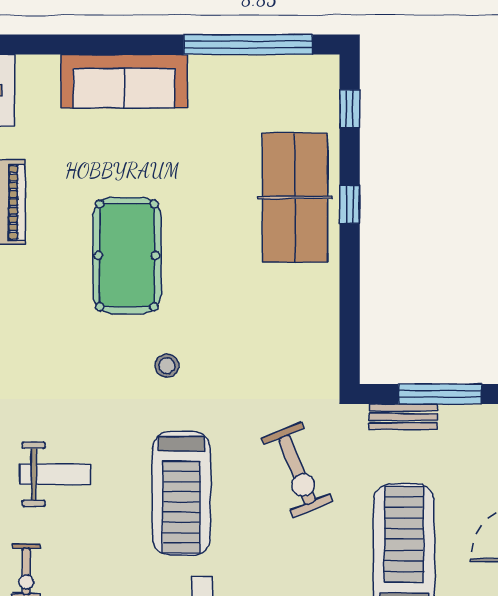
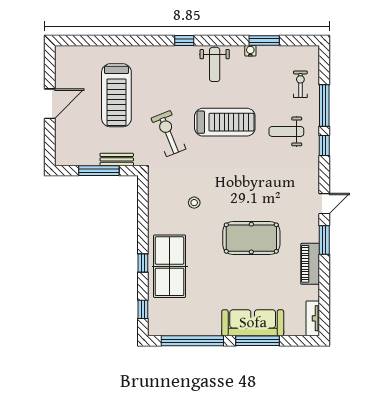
window: (114, 45) -> (258, 341), added
pool table: (127, 255) -> (251, 238), turned 90
stool: (167, 366) -> (194, 203), moved
treadmill: (181, 493) -> (225, 122), turned 90

